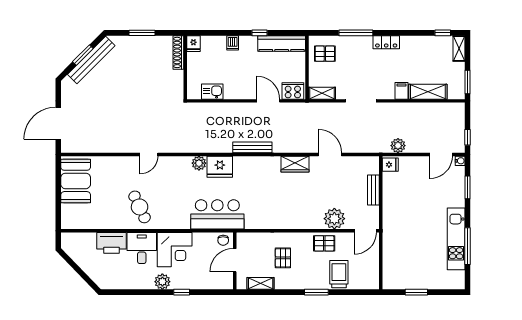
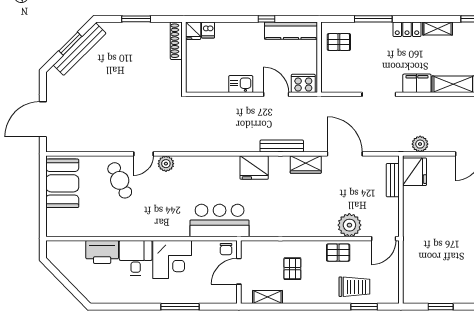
dishwasher: (233, 43) -> (208, 30), moved
filing cabinet: (402, 91) -> (417, 83), width x2.00
kitchen sink: (212, 92) -> (241, 84), moved
shelving: (322, 93) -> (438, 29), moved
bench: (252, 147) -> (282, 146), moved
door: (330, 154) -> (345, 154), width x1.36
plant: (199, 163) -> (166, 164), moved
fridge: (390, 165) -> (414, 172), width x1.88, depth x1.34
fridge: (220, 167) -> (254, 168), moved
bench: (373, 190) -> (393, 180), moved
cafe table: (140, 207) -> (120, 180), moved
trolley: (339, 274) -> (354, 287), turned 90
plant: (162, 282) -> (159, 295), removed
window: (182, 292) -> (180, 307), width x2.17
window: (316, 292) -> (364, 307), moved

